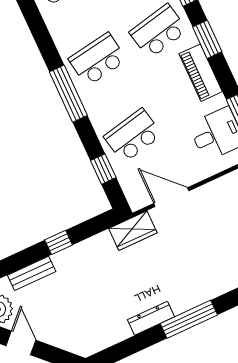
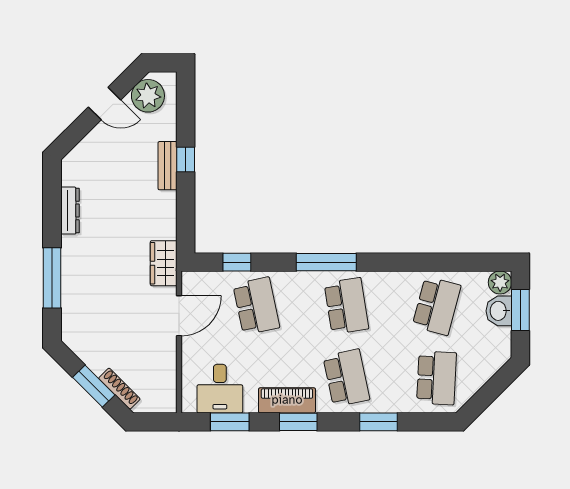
window: (207, 39) -> (298, 422), moved
window: (59, 242) -> (186, 159), moved
bench: (32, 273) -> (167, 166), moved
dresser: (151, 318) -> (70, 211), moved

